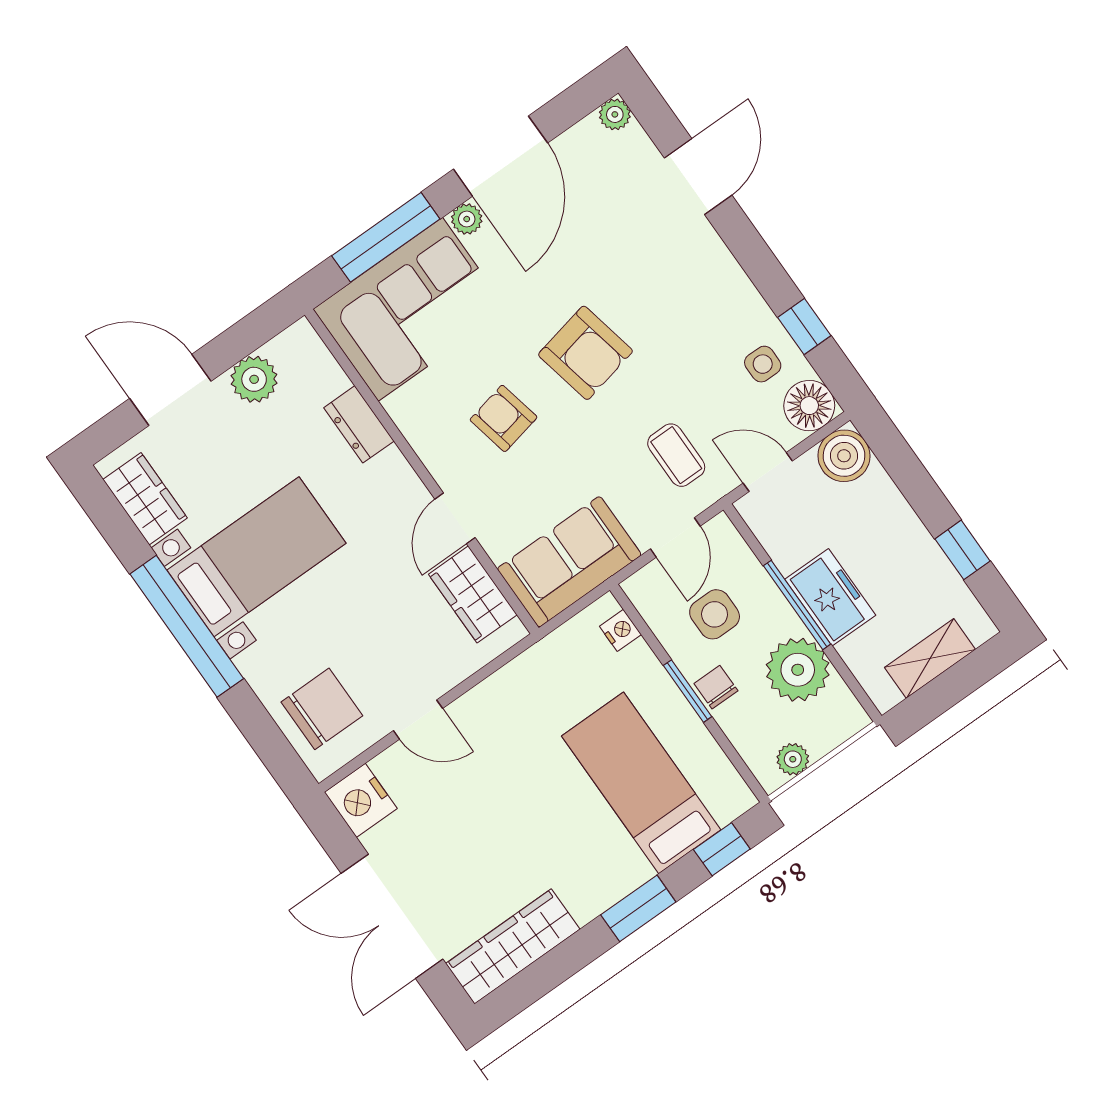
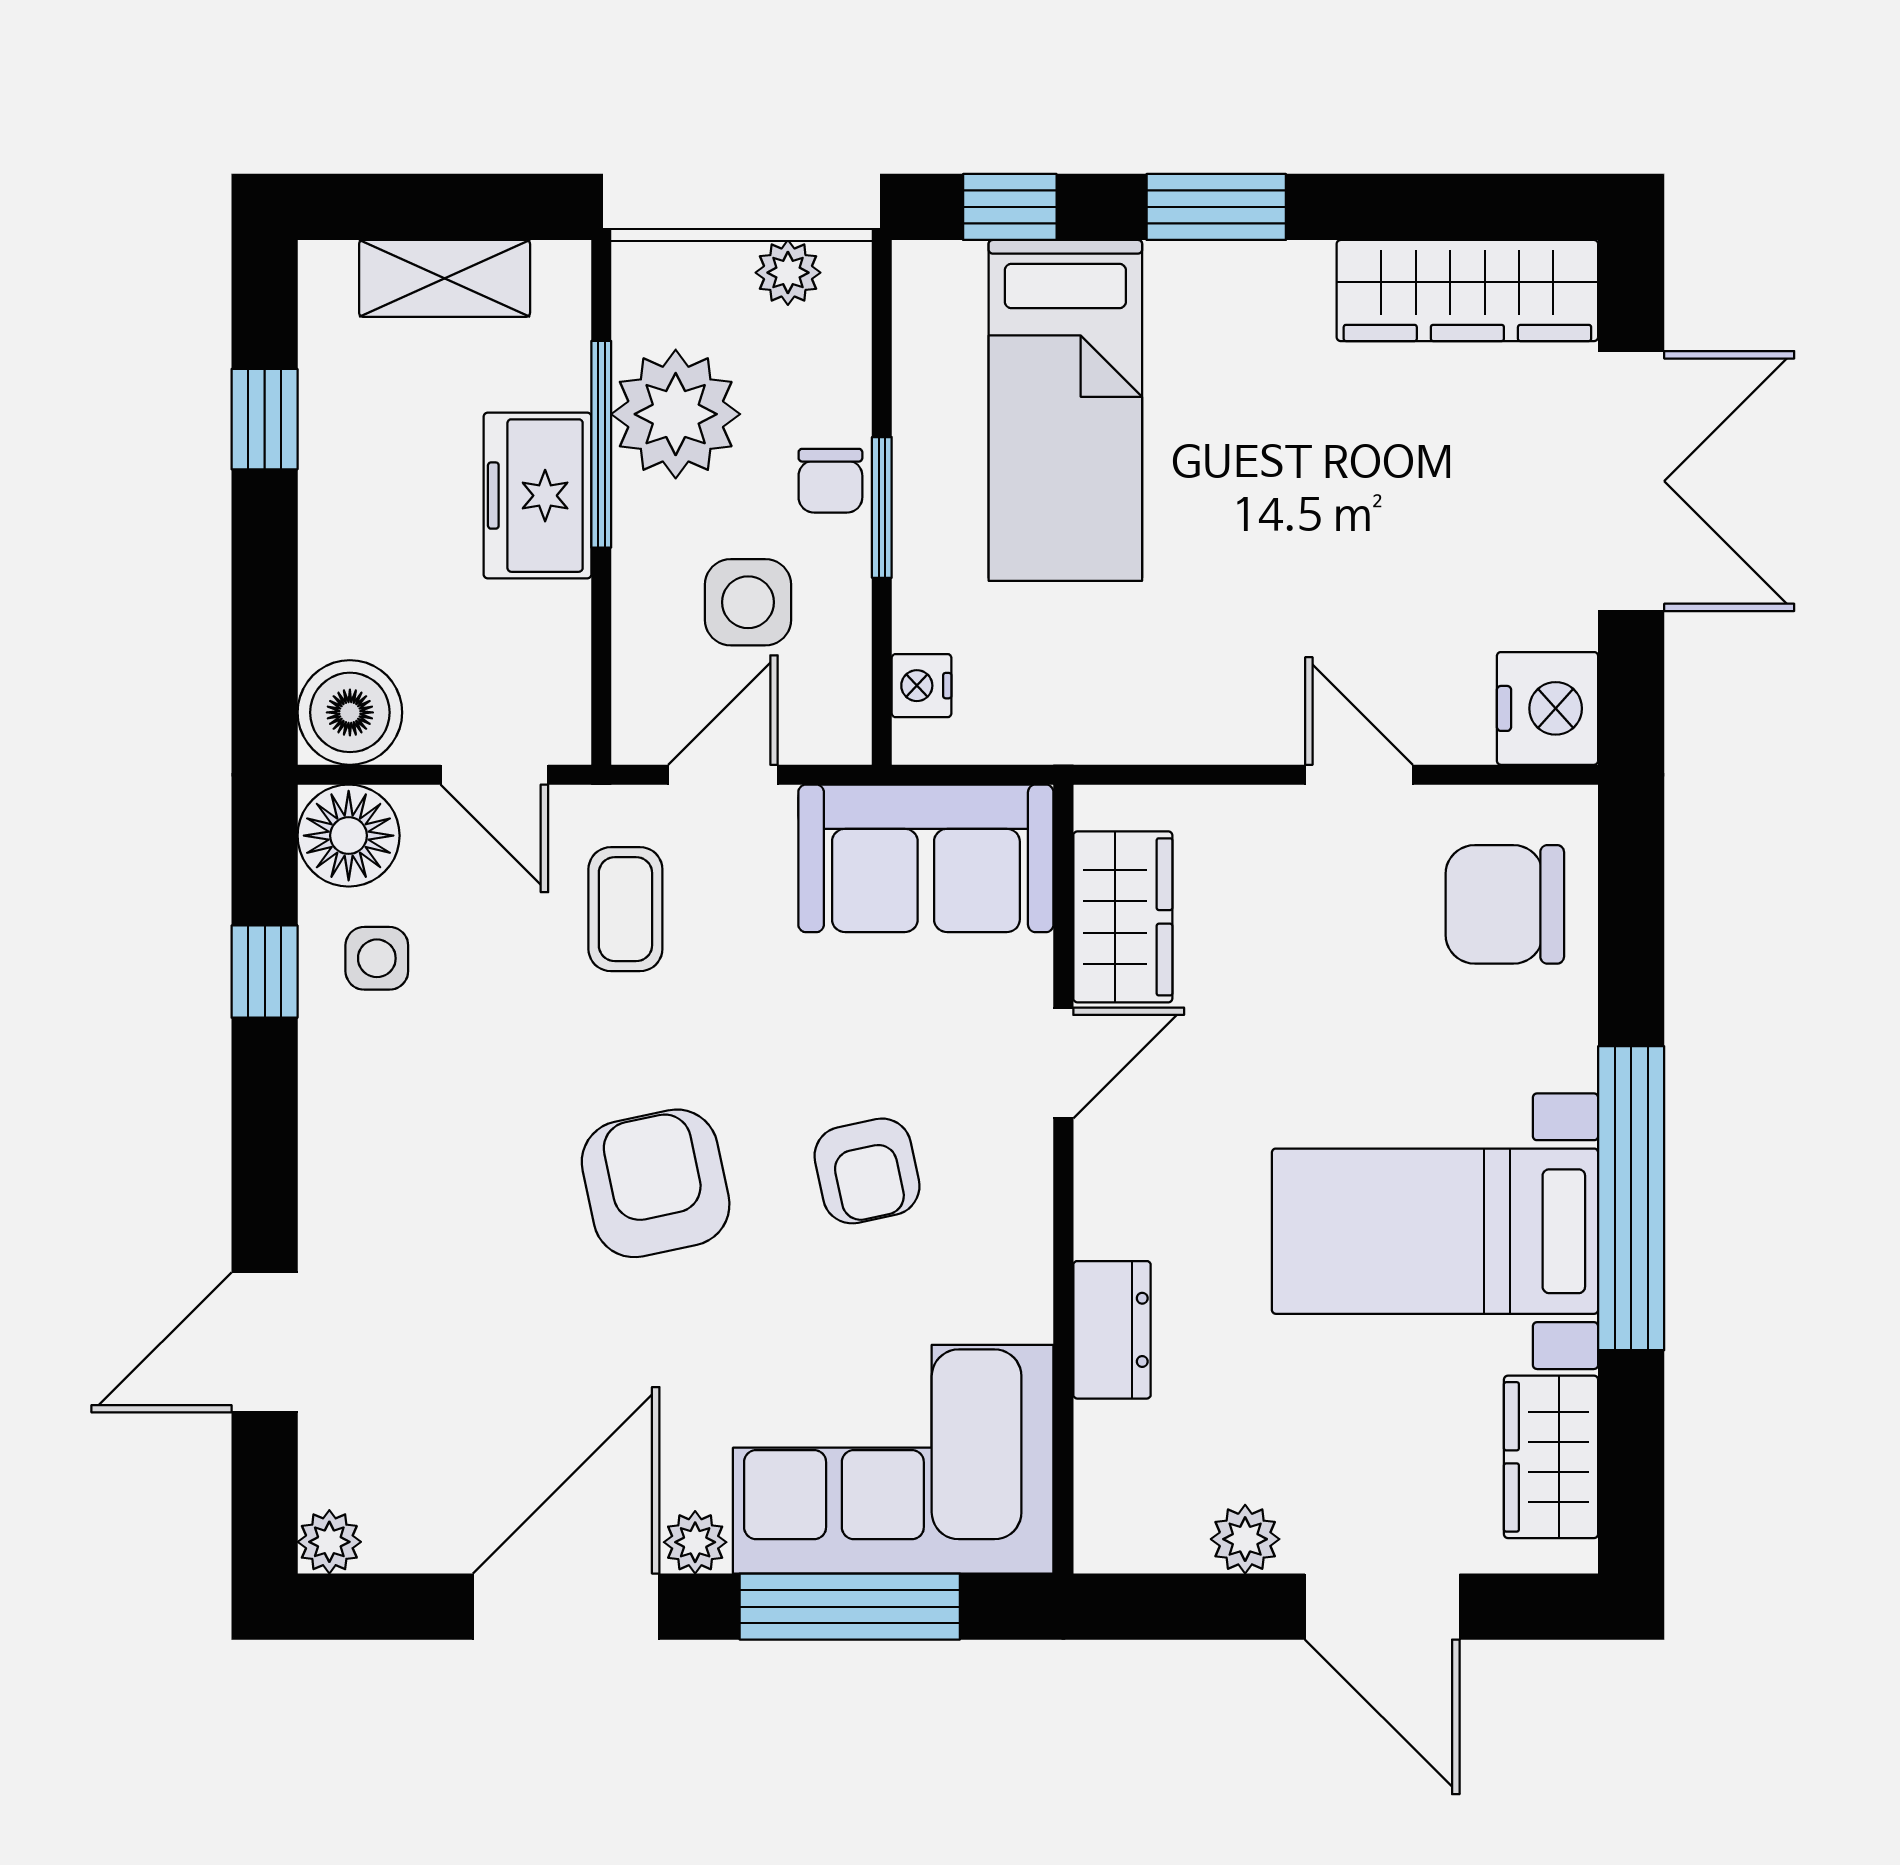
plant: (254, 379) -> (1245, 1539), width x0.73, depth x0.73
window: (797, 605) -> (601, 444), moved

